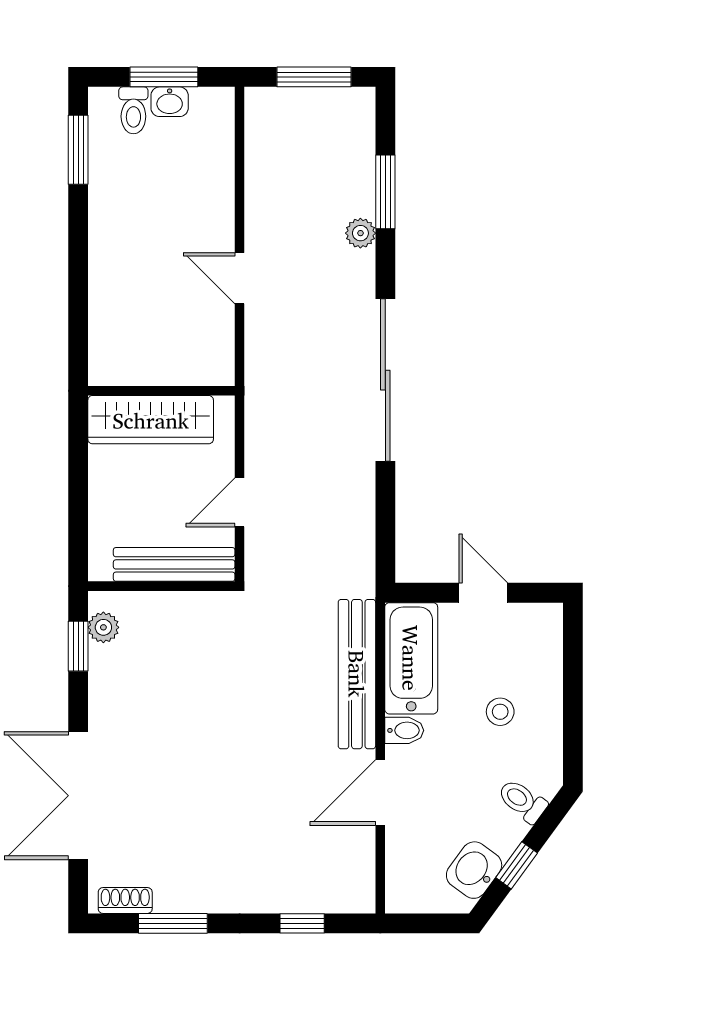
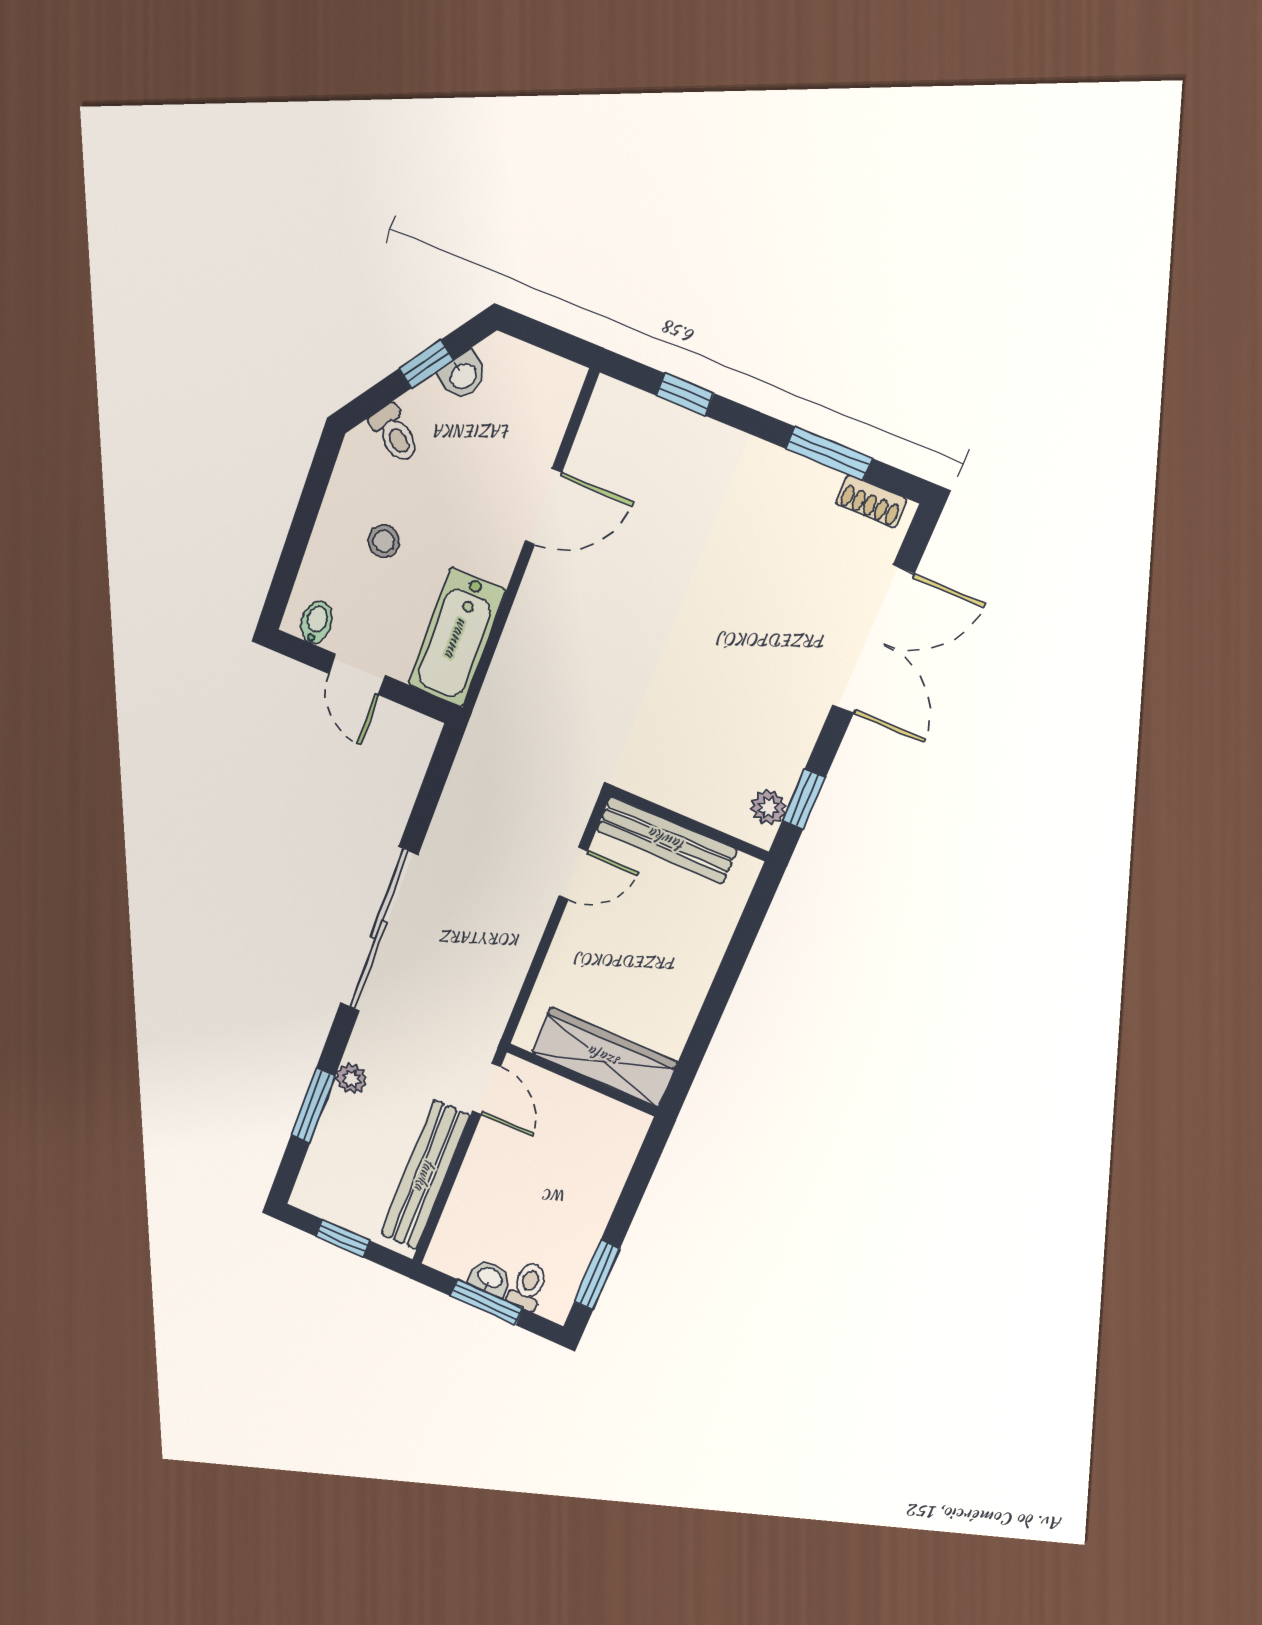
window: (314, 77) -> (343, 1238), width x0.67
wall: (161, 391) -> (582, 1080), moved
wardrobe: (151, 420) -> (604, 1057), moved
bench: (357, 674) -> (425, 1175), moved
bidet: (404, 730) -> (316, 622), moved, turned 90
washbasin: (474, 870) -> (463, 375), width x0.72, depth x0.69

